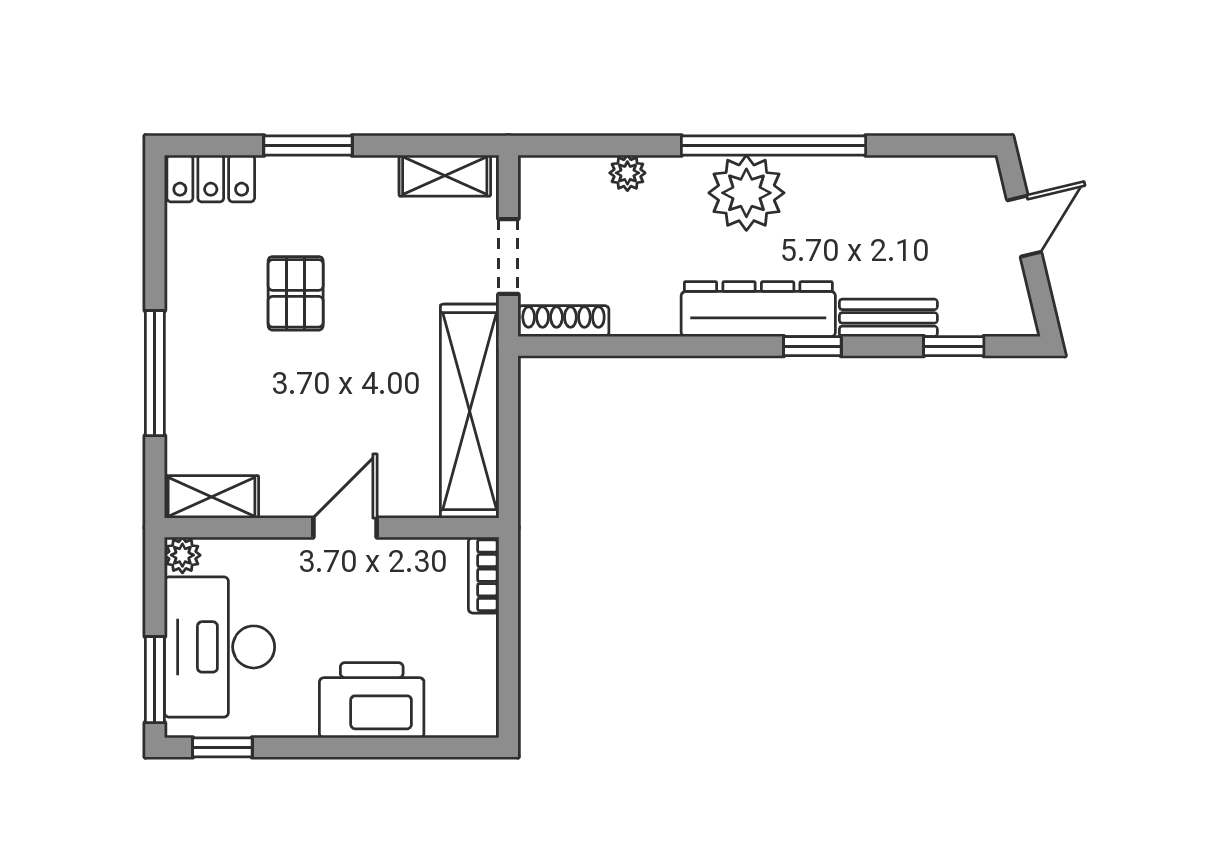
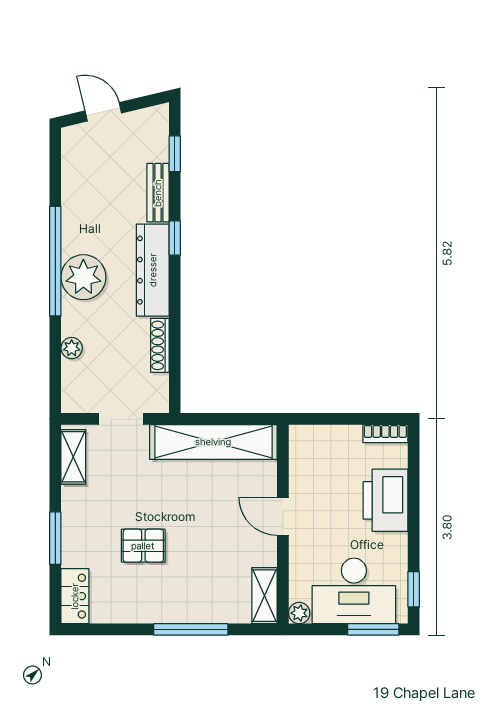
shoe rack: (563, 321) -> (160, 345), moved
bookcase: (484, 575) -> (385, 434), moved

